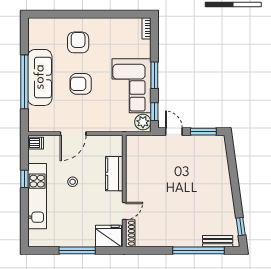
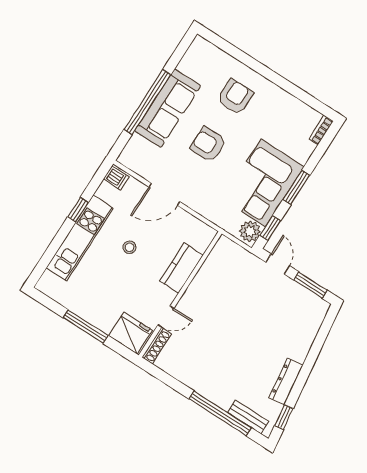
dresser: (227, 203) -> (286, 381), added

